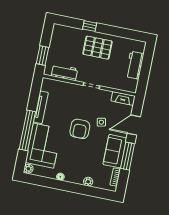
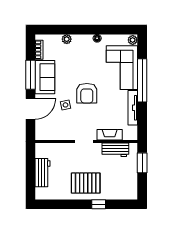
fireplace: (123, 98) -> (110, 135), moved
armchair: (80, 129) -> (87, 93), turned 180

